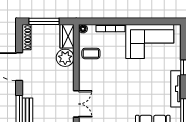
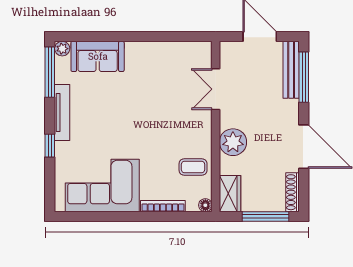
plant: (65, 58) -> (233, 142), moved

